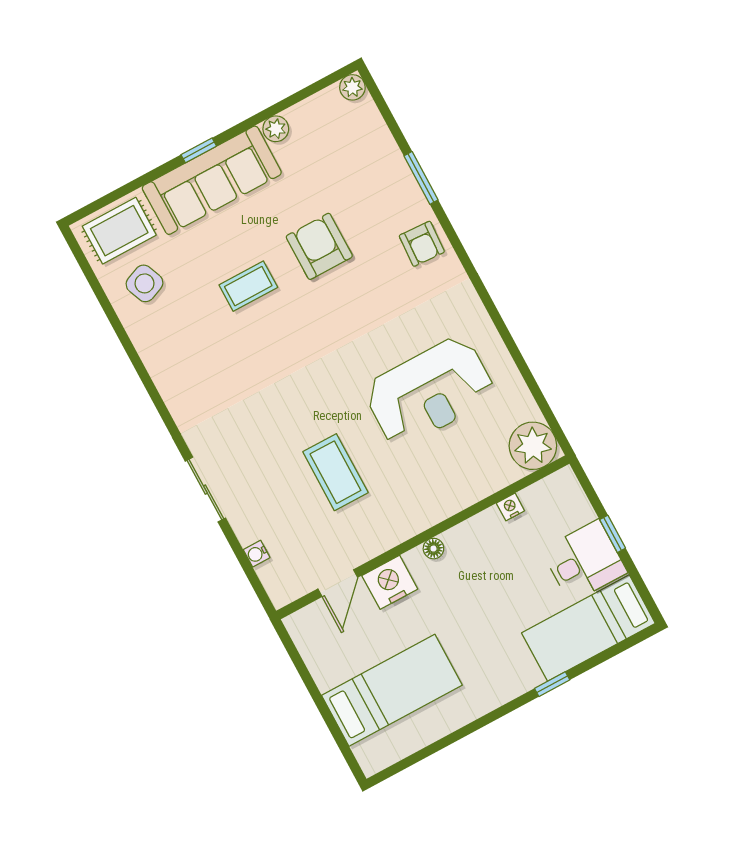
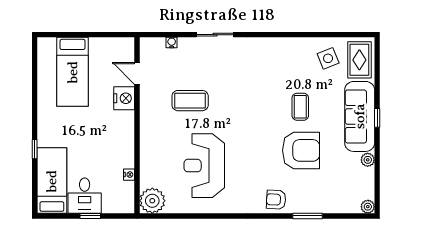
armchair: (319, 246) -> (301, 150), width x1.36, depth x1.36
floor lamp: (433, 549) -> (129, 128), removed

